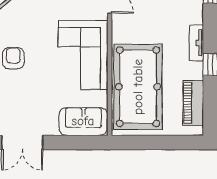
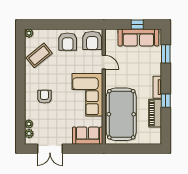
piano: (193, 103) -> (155, 113), moved

